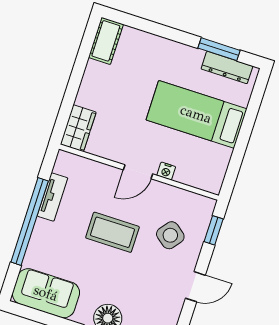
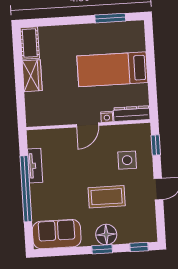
dresser: (227, 68) -> (132, 114), moved, turned 180
wardrobe: (78, 128) -> (32, 76), moved
coffee table: (112, 232) -> (107, 197), moved
side table: (170, 235) -> (127, 160), turned -38

